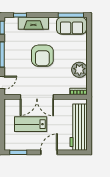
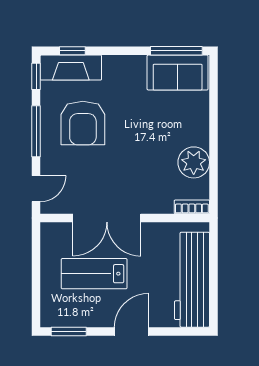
fireplace: (33, 23) -> (71, 68), moved
armchair: (42, 56) -> (83, 123), moved

